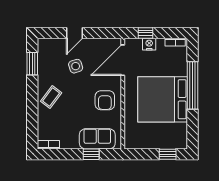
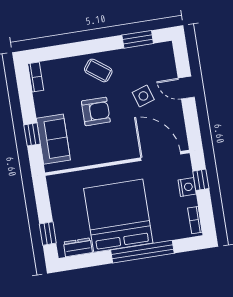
armchair: (105, 100) -> (96, 111), moved, turned 180
dresser: (182, 133) -> (78, 247), added

